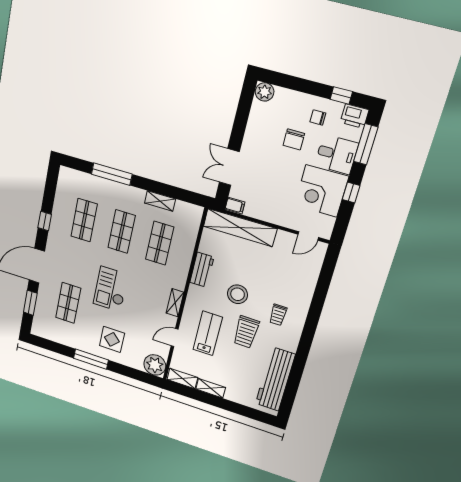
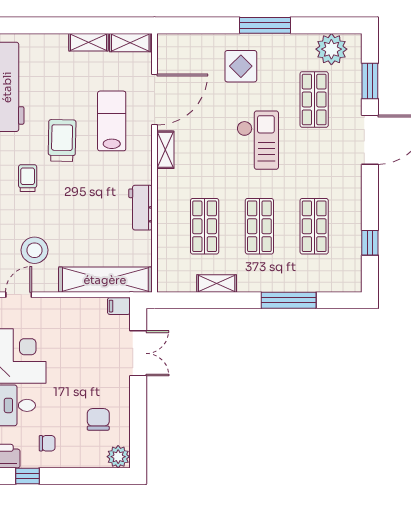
chair: (294, 139) -> (98, 419), moved
window: (45, 221) -> (370, 243), moved
stool: (238, 294) -> (34, 250), moved
lab bench: (208, 333) -> (112, 121), turned 180
door: (175, 338) -> (155, 99), width x1.88
plant: (155, 365) -> (331, 49), moved

